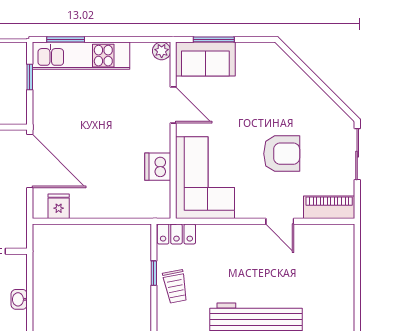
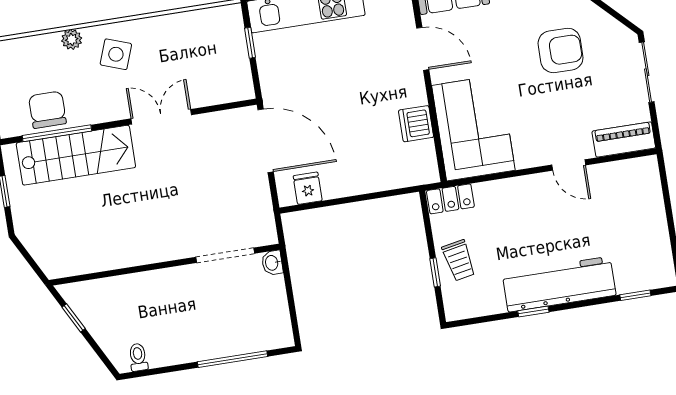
armchair: (282, 154) -> (561, 50), moved
window: (154, 273) -> (435, 272), moved
washbasin: (19, 299) -> (272, 263), moved

